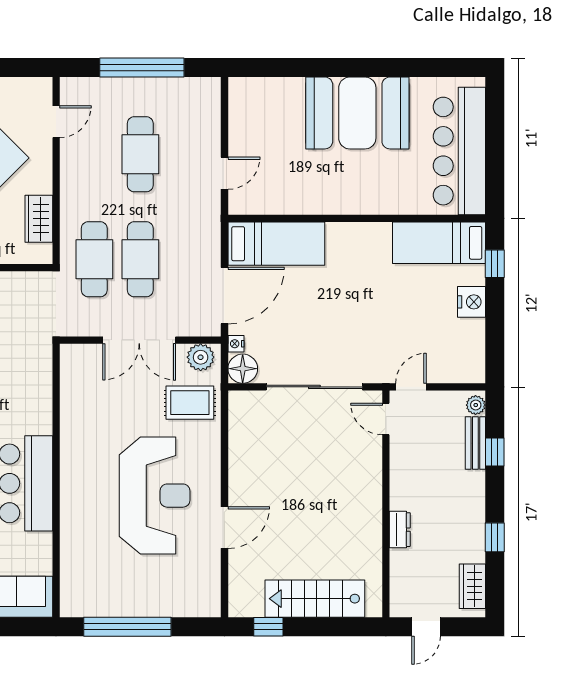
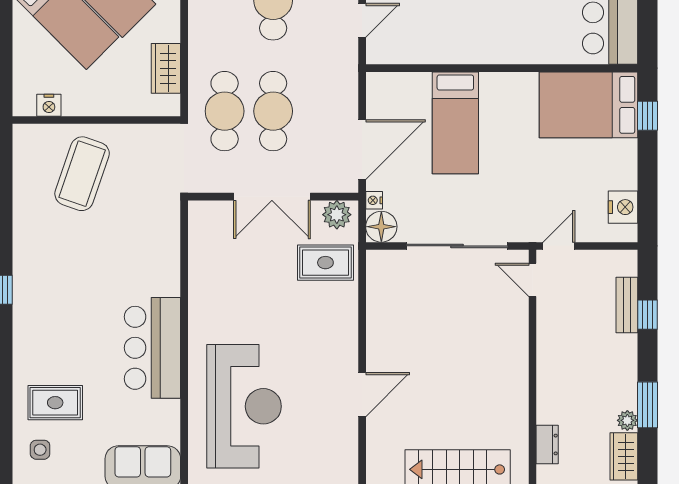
bed: (439, 243) -> (588, 105), width x1.50
bed: (276, 244) -> (455, 123), moved, turned 90
nightstand: (472, 302) -> (623, 207), moved
plant: (476, 405) -> (627, 420), moved
reception desk: (155, 496) -> (244, 406), moved
dresser: (400, 530) -> (547, 444), moved
window: (495, 537) -> (647, 405), width x1.50

